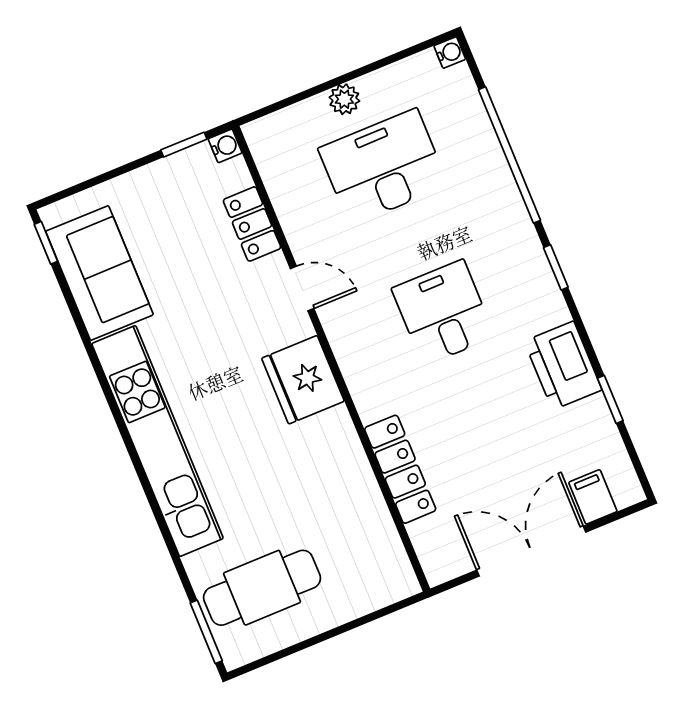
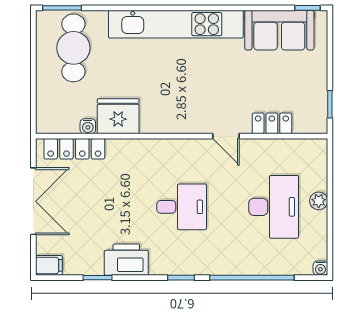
water cooler: (225, 146) -> (88, 126), moved
door: (302, 289) -> (226, 136), hinge flipped
fridge: (303, 380) -> (118, 116), moved
locker: (400, 469) -> (74, 149), moved
filing cabinet: (593, 497) -> (49, 265), moved

